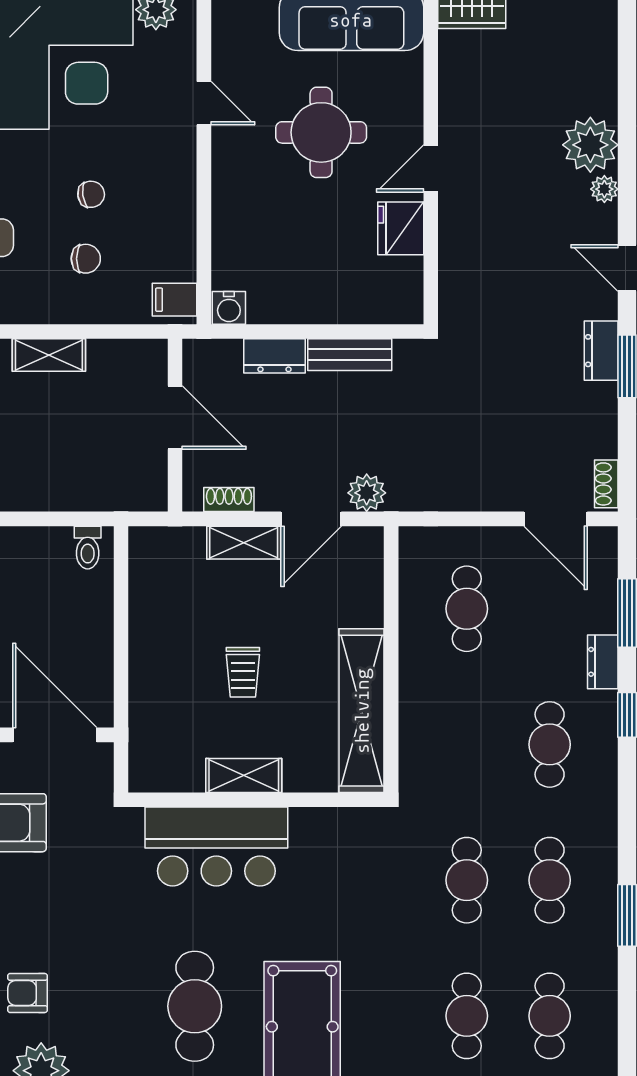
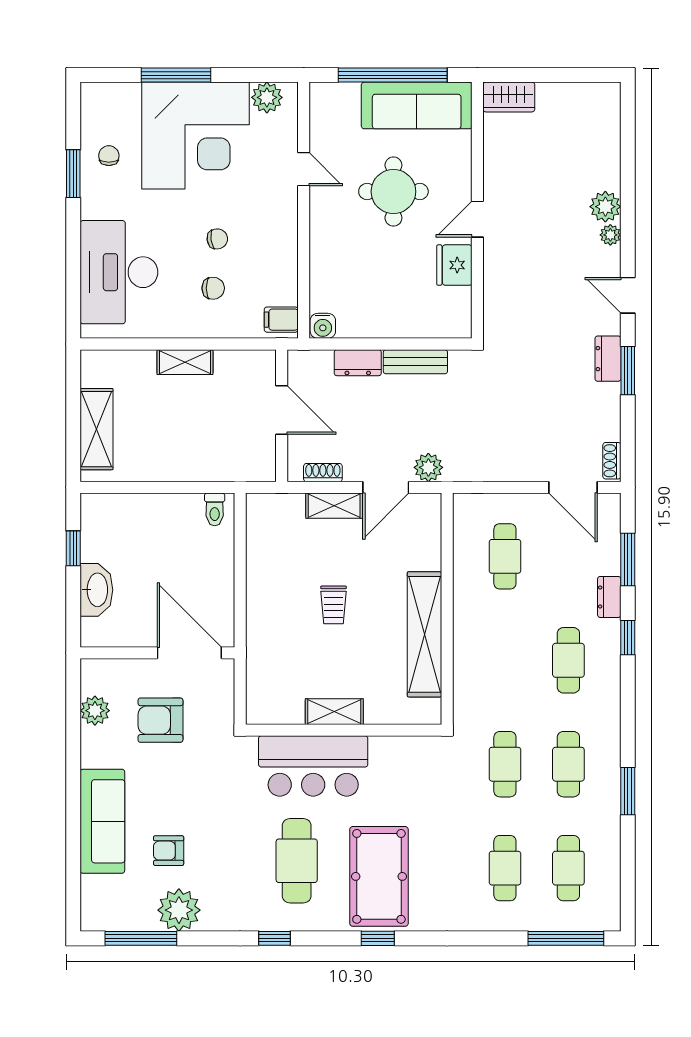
plant: (590, 145) -> (605, 207), width x0.73, depth x0.73
shelving: (244, 775) -> (334, 712), moved
wall: (256, 800) -> (344, 730), moved
bar counter: (216, 846) -> (313, 766), moved

